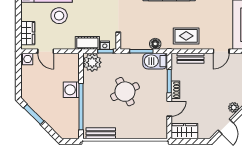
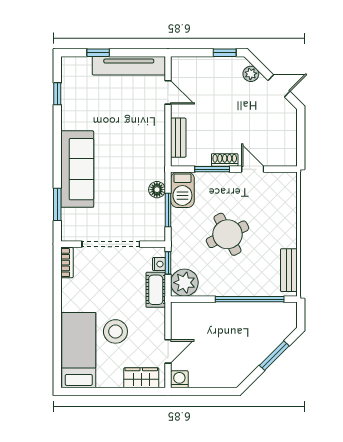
rug: (186, 36) -> (145, 144), removed
washing machine: (71, 90) -> (225, 313), removed
window: (34, 114) -> (274, 356), moved
wardrobe: (184, 131) -> (286, 147), removed

